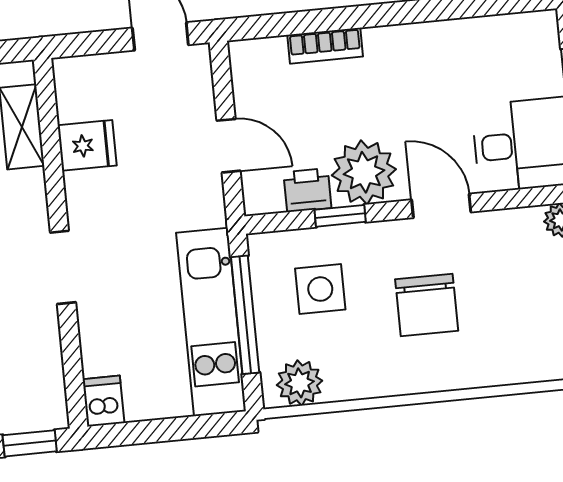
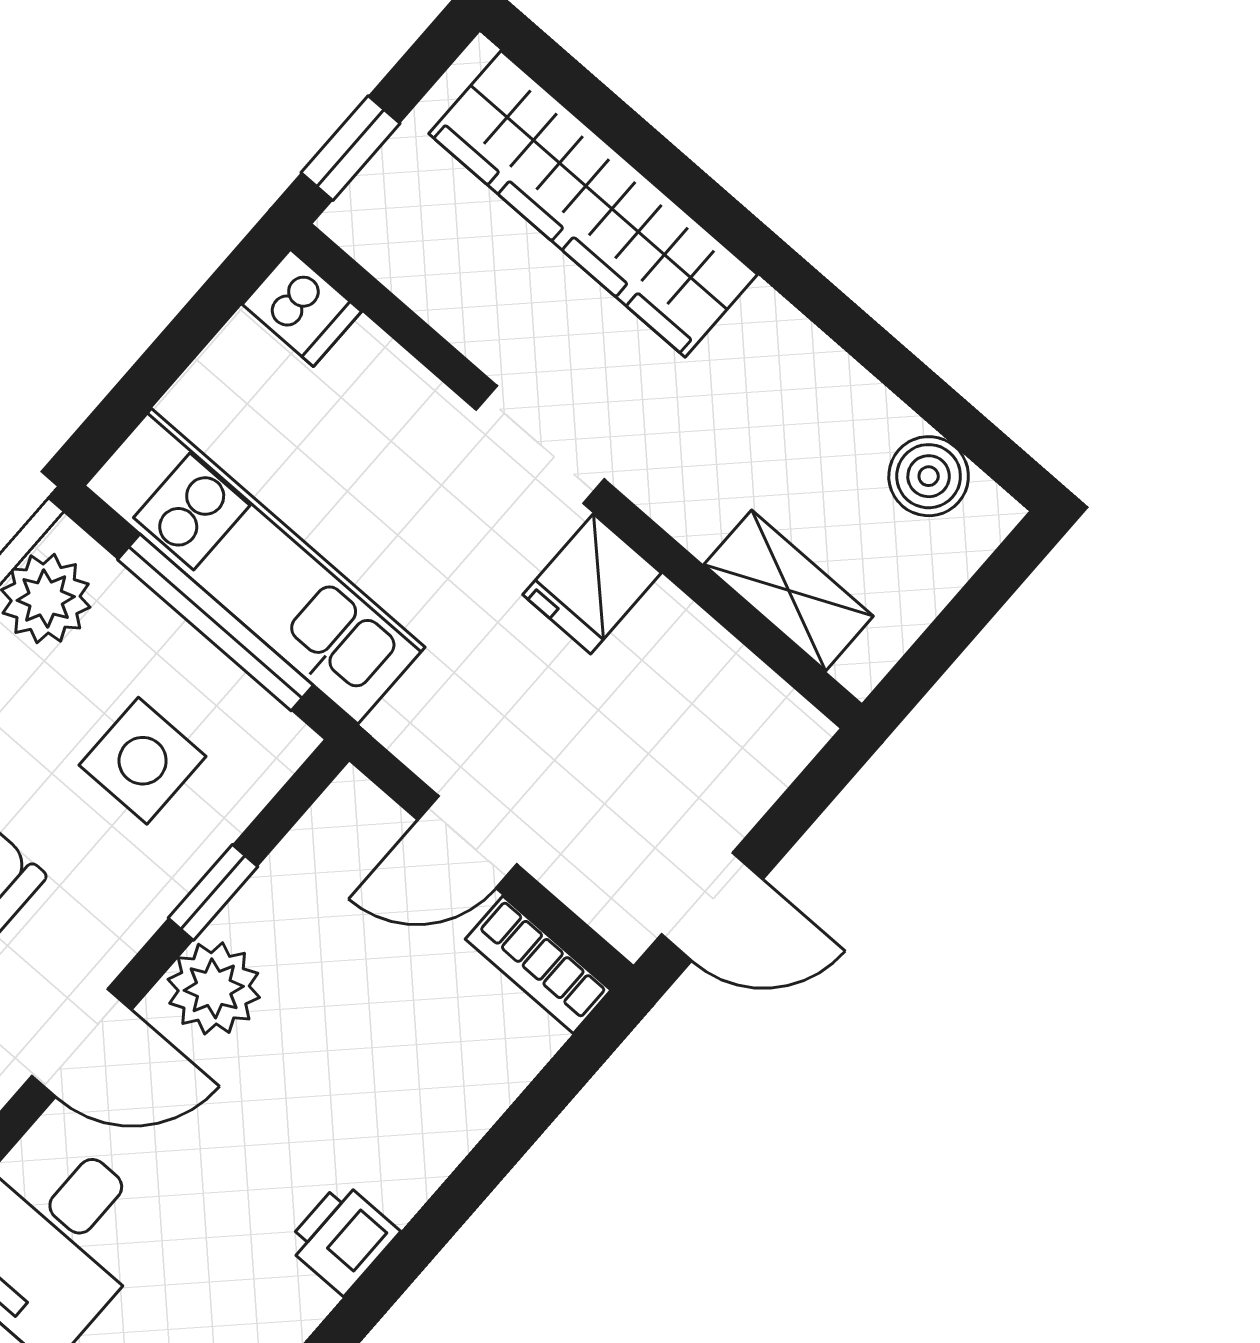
bookcase: (325, 46) -> (538, 965), moved, turned -90
fridge: (87, 145) -> (592, 584), moved
plant: (364, 172) -> (214, 988), width x0.73, depth x0.73
printer: (307, 190) -> (342, 1238), moved, turned 180

